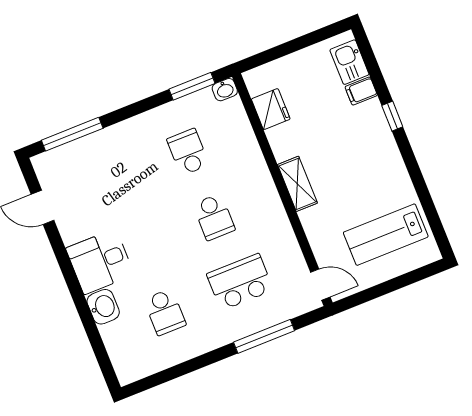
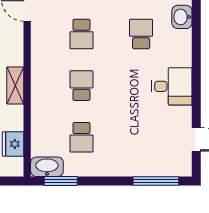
washbasin: (225, 90) -> (47, 167), width x1.91, depth x1.45
school desk: (240, 282) -> (81, 34), width x0.54
washbasin: (103, 307) -> (182, 17), moved

